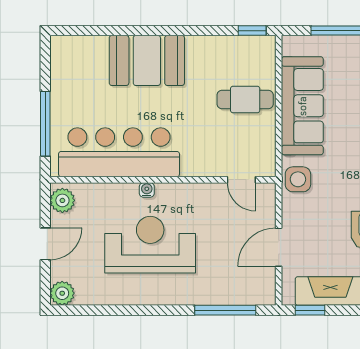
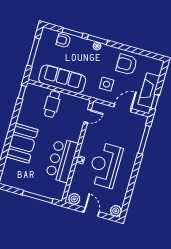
bar counter: (119, 152) -> (62, 160), width x0.73
side table: (298, 179) -> (107, 84), moved
door: (279, 247) -> (123, 108), swing flipped

